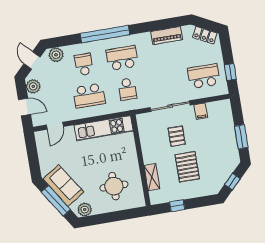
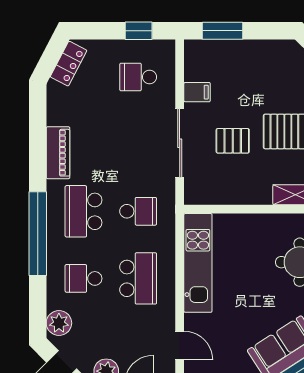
piano: (167, 36) -> (58, 153), moved
school desk: (204, 76) -> (138, 77), width x0.54
window: (241, 137) -> (223, 31), moved

